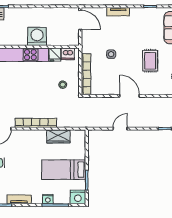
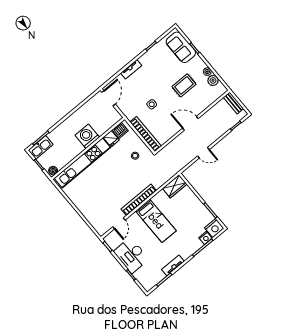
door: (80, 20) -> (108, 98), hinge flipped
rug: (150, 61) -> (184, 85), turned 90
door: (120, 129) -> (203, 153), swing flipped
wardrobe: (58, 136) -> (175, 186), moved
bed: (64, 170) -> (156, 221), moved, turned -90
nightstand: (48, 199) -> (205, 238), moved

